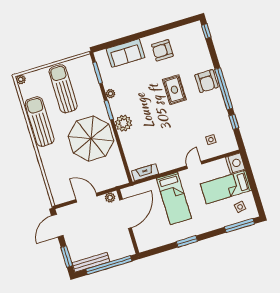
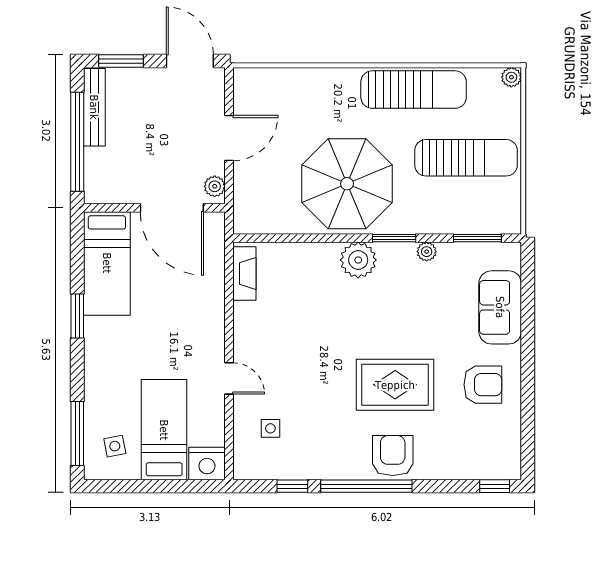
armchair: (162, 50) -> (483, 385), turned 90
armchair: (206, 81) -> (393, 456), turned 90
rug: (174, 90) -> (395, 385), width x1.36, depth x1.43
bed: (174, 198) -> (107, 263), moved, turned -90

